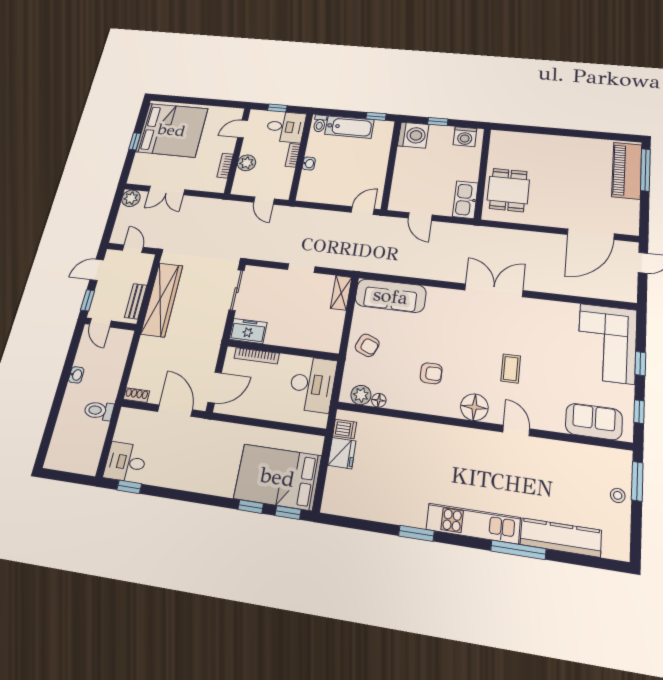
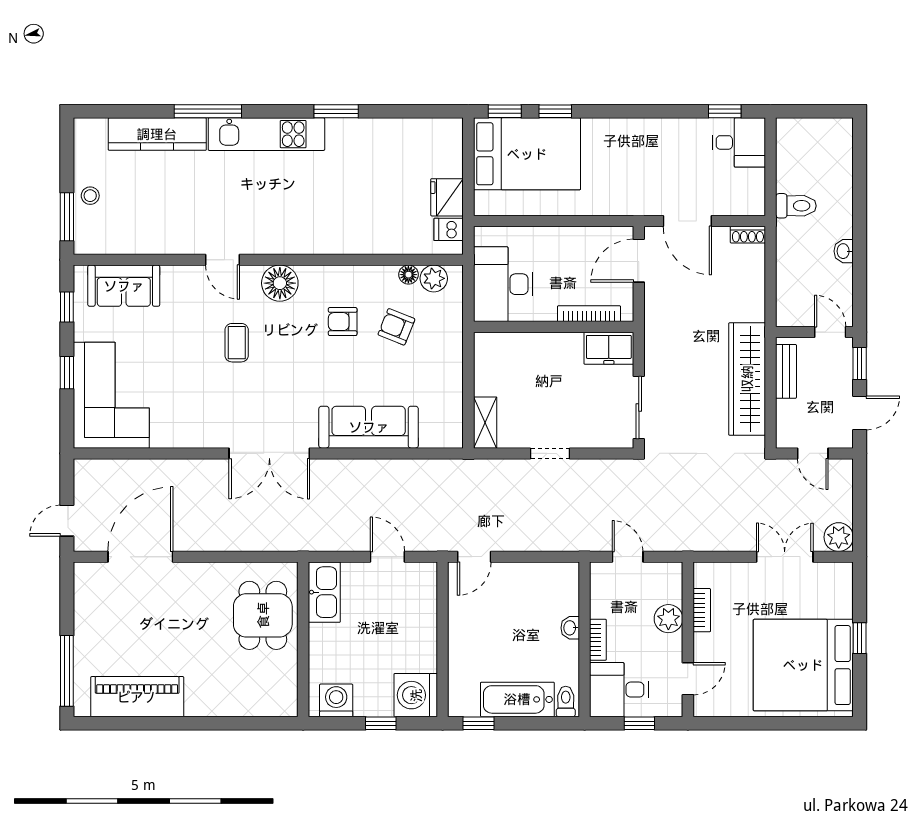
piano: (627, 171) -> (137, 697), moved, turned -90
sofa: (391, 296) -> (369, 427), moved
armchair: (367, 345) -> (396, 327), moved

